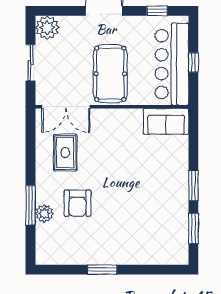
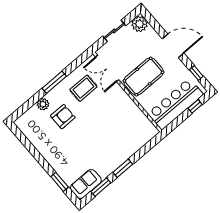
window: (193, 62) -> (195, 106), moved
sofa: (166, 121) -> (86, 184), moved, turned 90
armchair: (77, 203) -> (63, 117), turned 180
window: (31, 205) -> (54, 82), moved
window: (102, 270) -> (60, 182), moved

